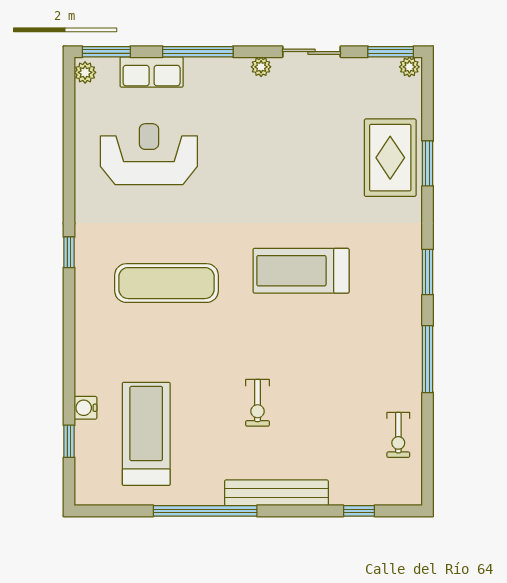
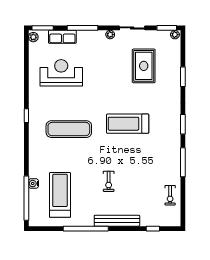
rug: (390, 158) -> (144, 66), moved
window: (69, 441) -> (26, 198), width x3.17

